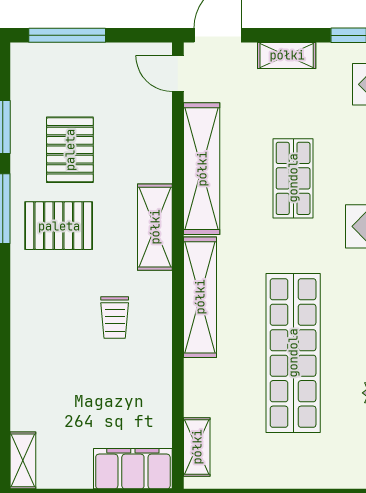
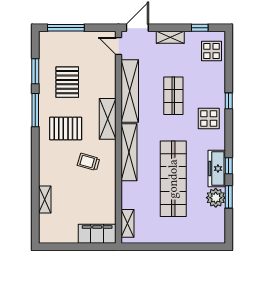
pallet: (59, 226) -> (66, 129), moved
trolley: (115, 318) -> (88, 162), turned 106
shelving: (23, 460) -> (45, 199), moved

